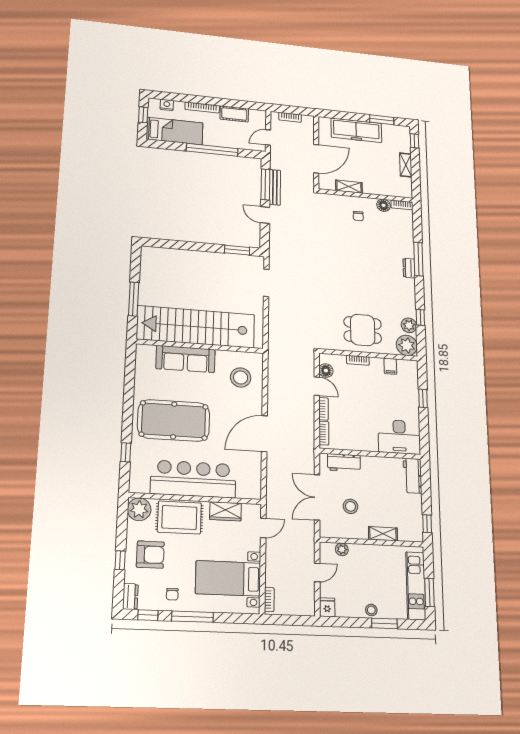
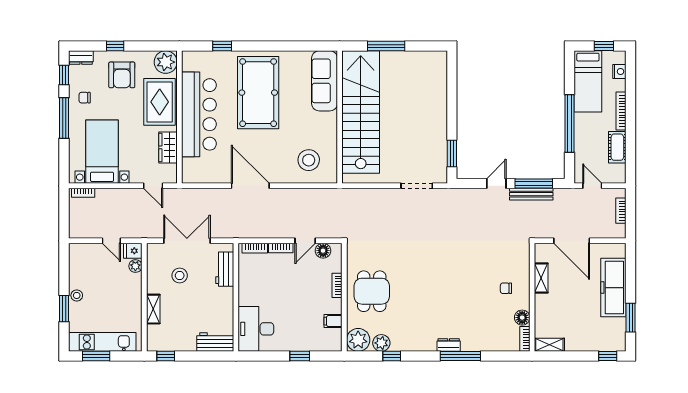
shelving: (406, 165) -> (549, 345), moved
sofa: (186, 359) -> (325, 81), moved
fridge: (327, 607) -> (133, 251), moved, turned 180

